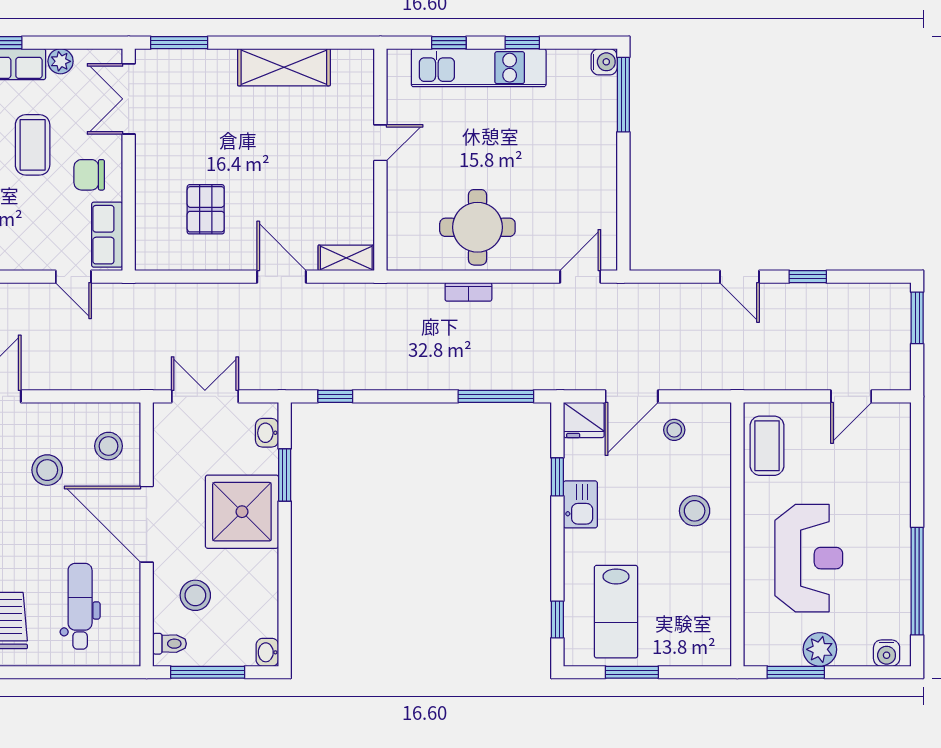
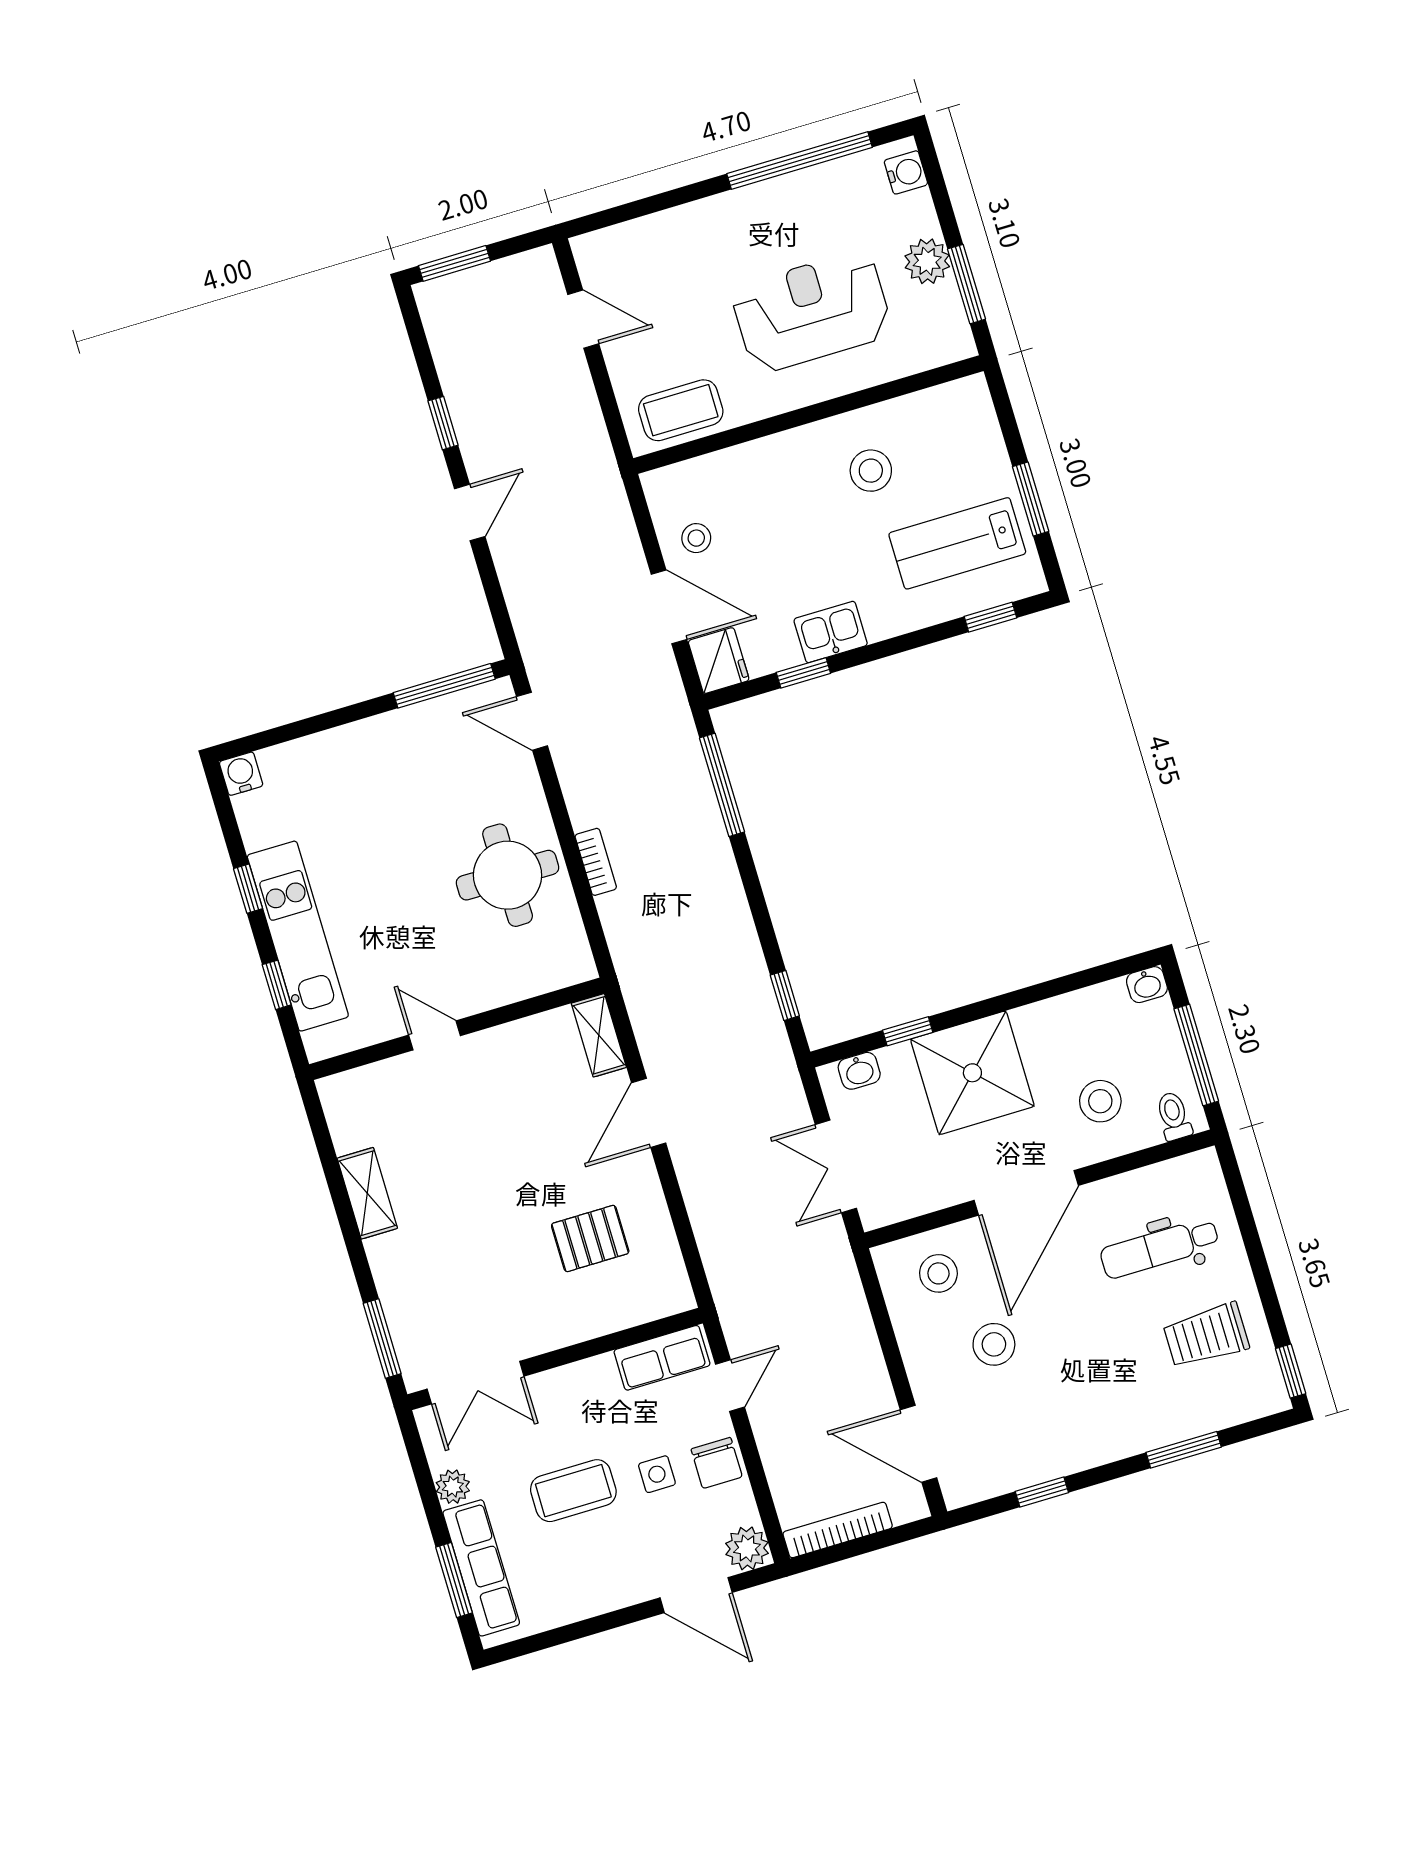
shelving: (284, 67) -> (367, 1193), width x0.67, depth x0.75
window: (623, 95) -> (444, 686), moved
chair: (89, 175) -> (717, 1463), moved
side table: (27, 207) -> (657, 1474), added
window: (285, 475) -> (908, 1031), width x0.67
stool: (695, 511) -> (871, 471), moved
lab bench: (616, 612) -> (957, 543), turned 180

